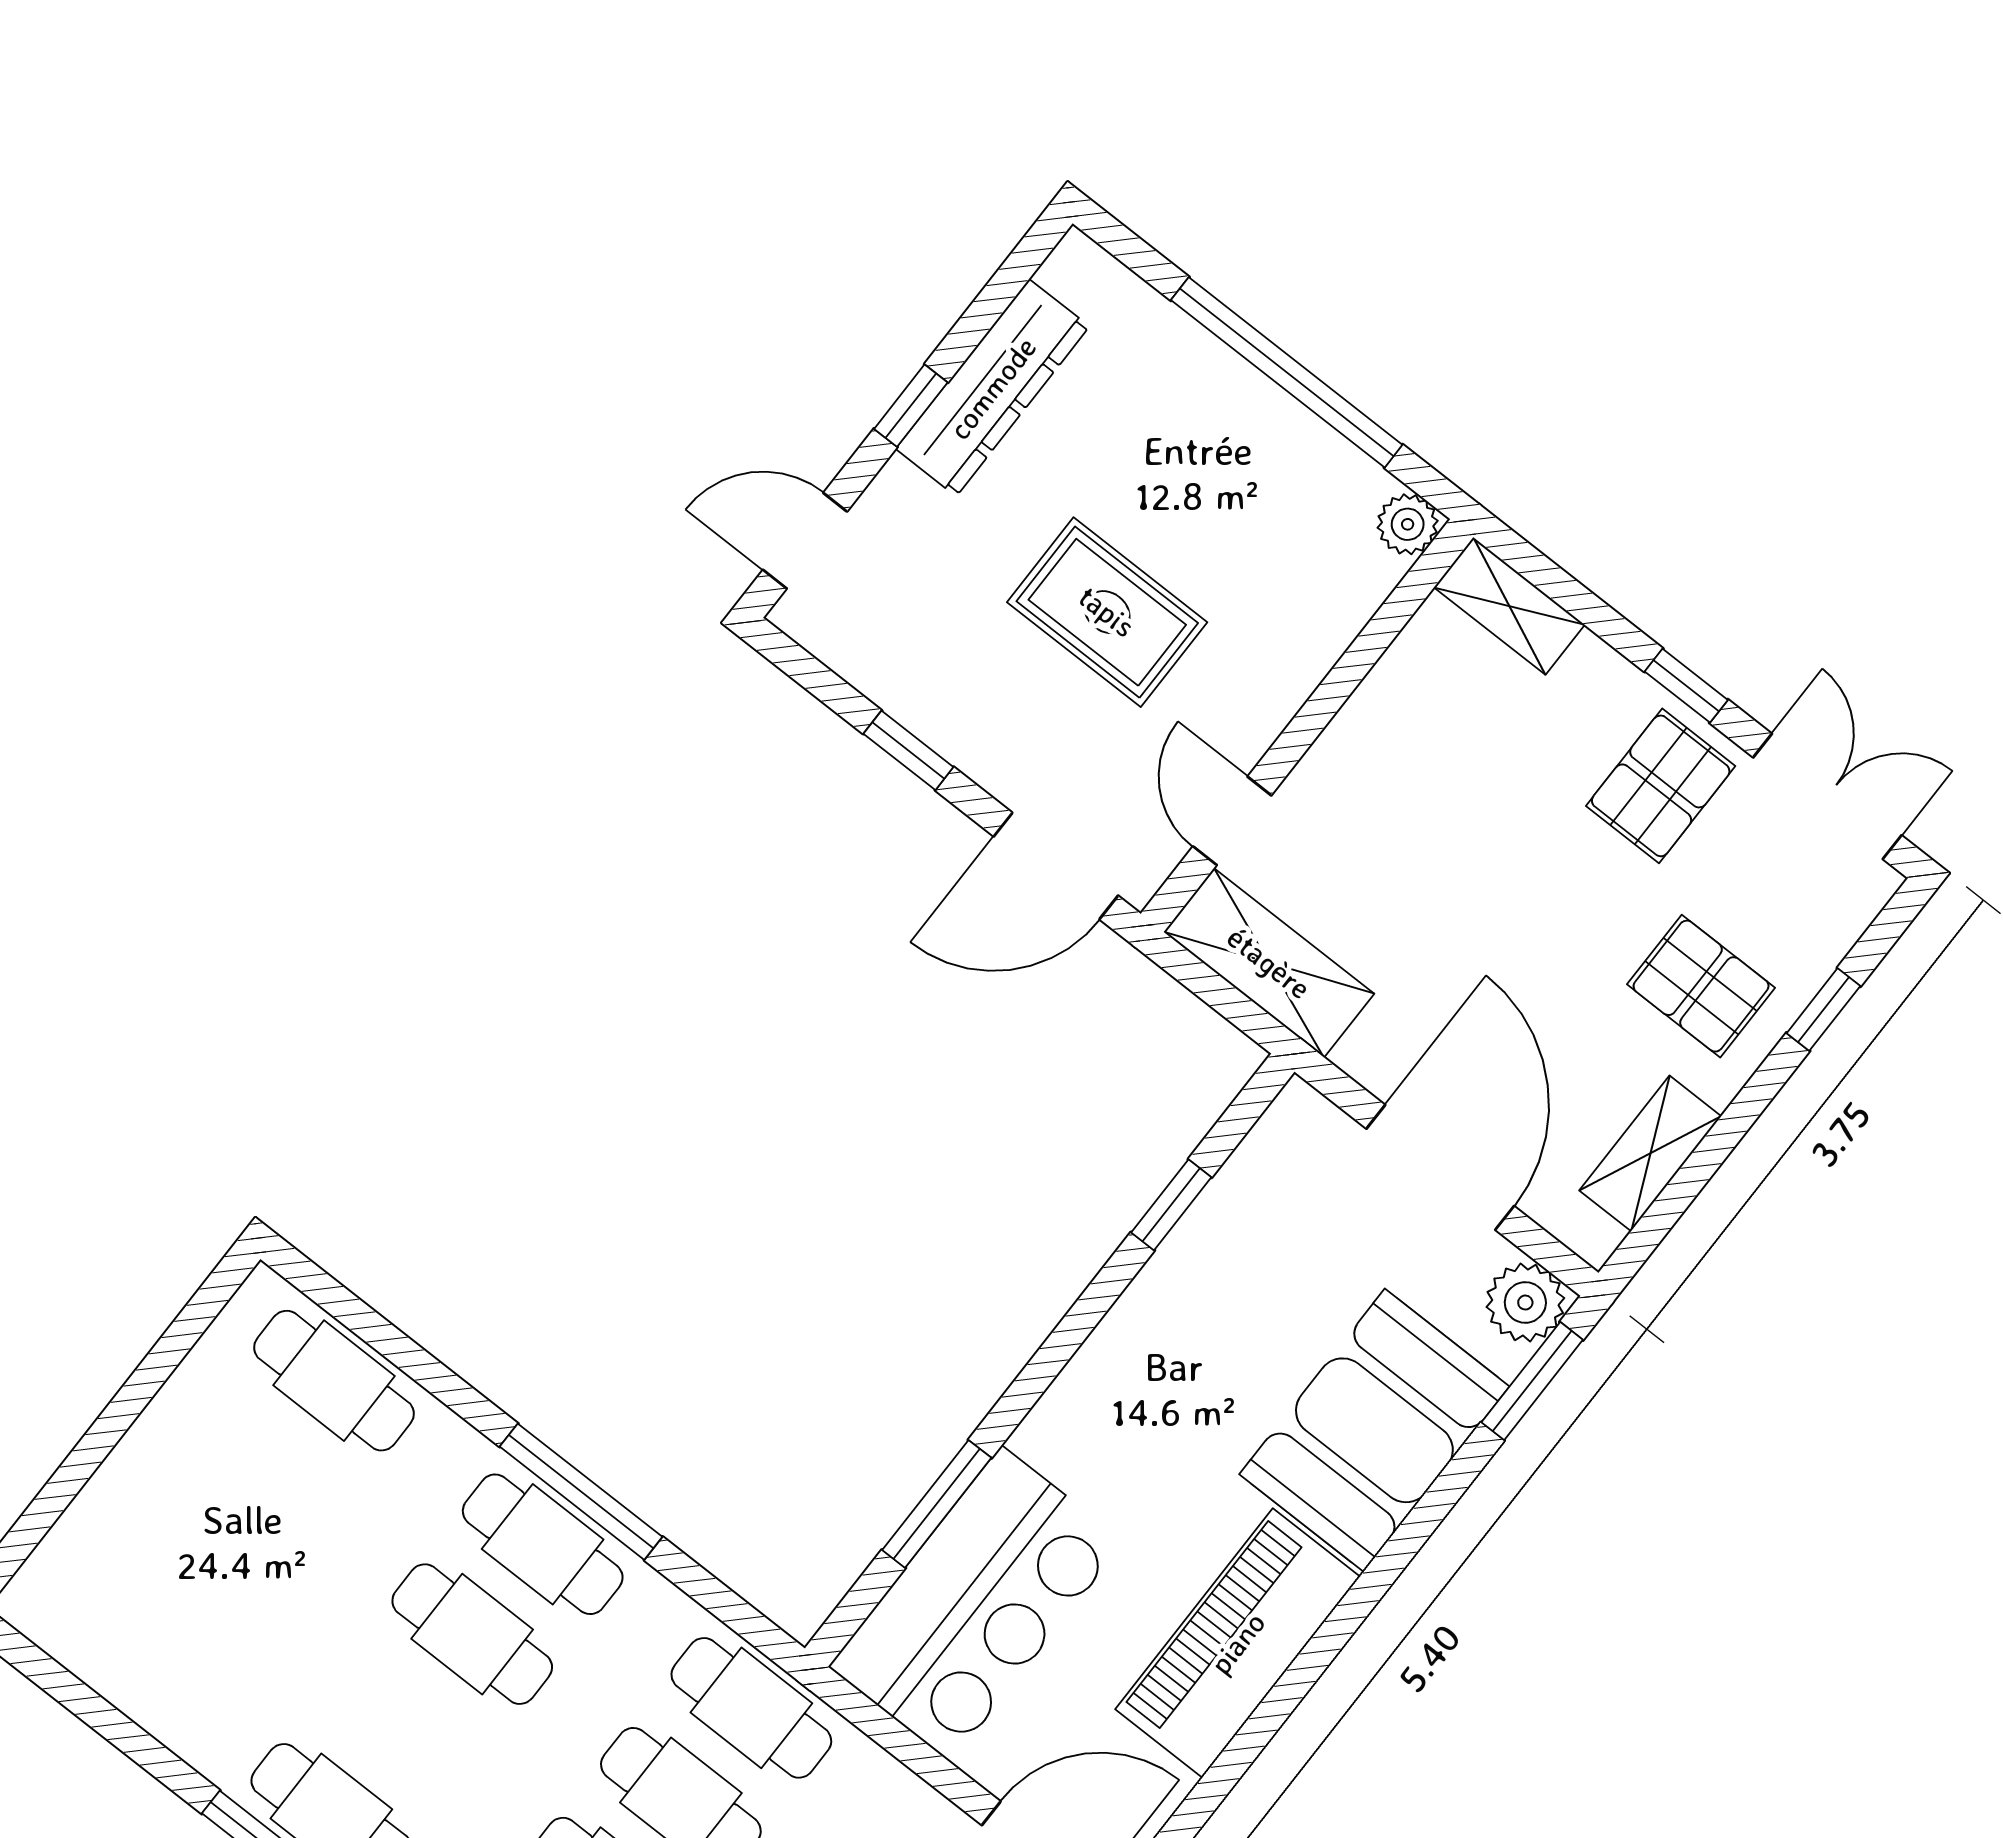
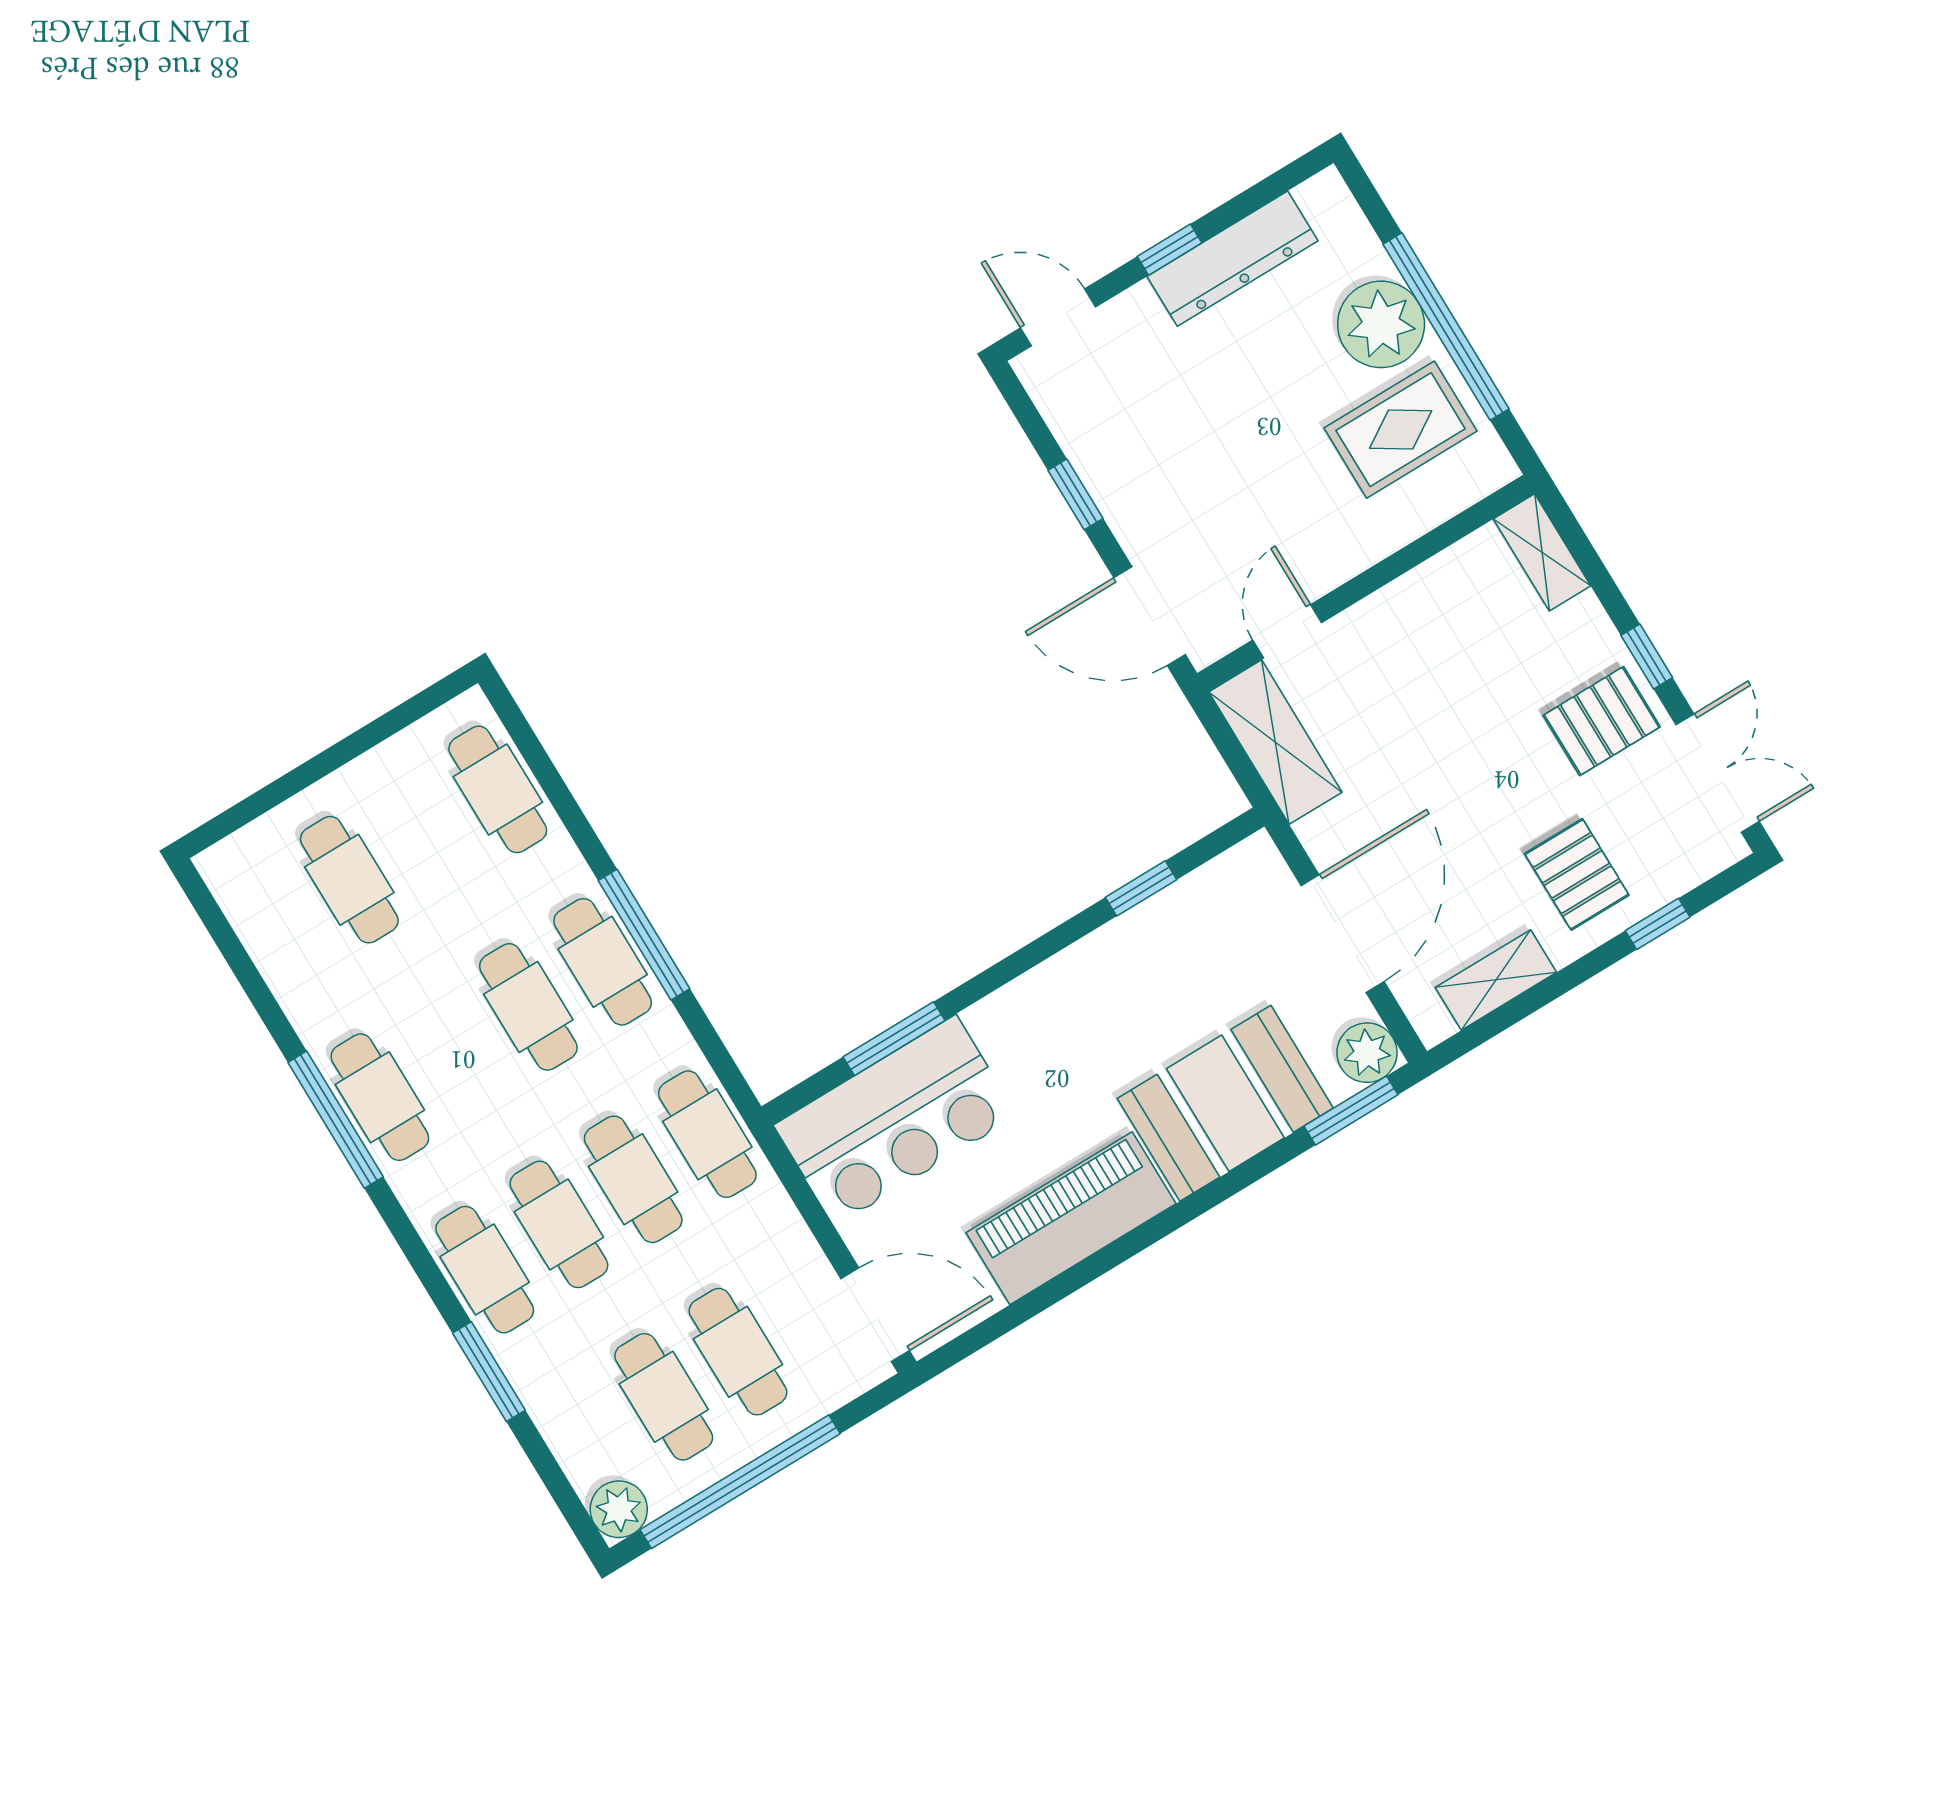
plant: (1408, 524) -> (1381, 324), moved, width x1.88, depth x1.88
rug: (1107, 612) -> (1401, 430), moved, turned 90
cafe table: (193, 1560) -> (349, 880), added

